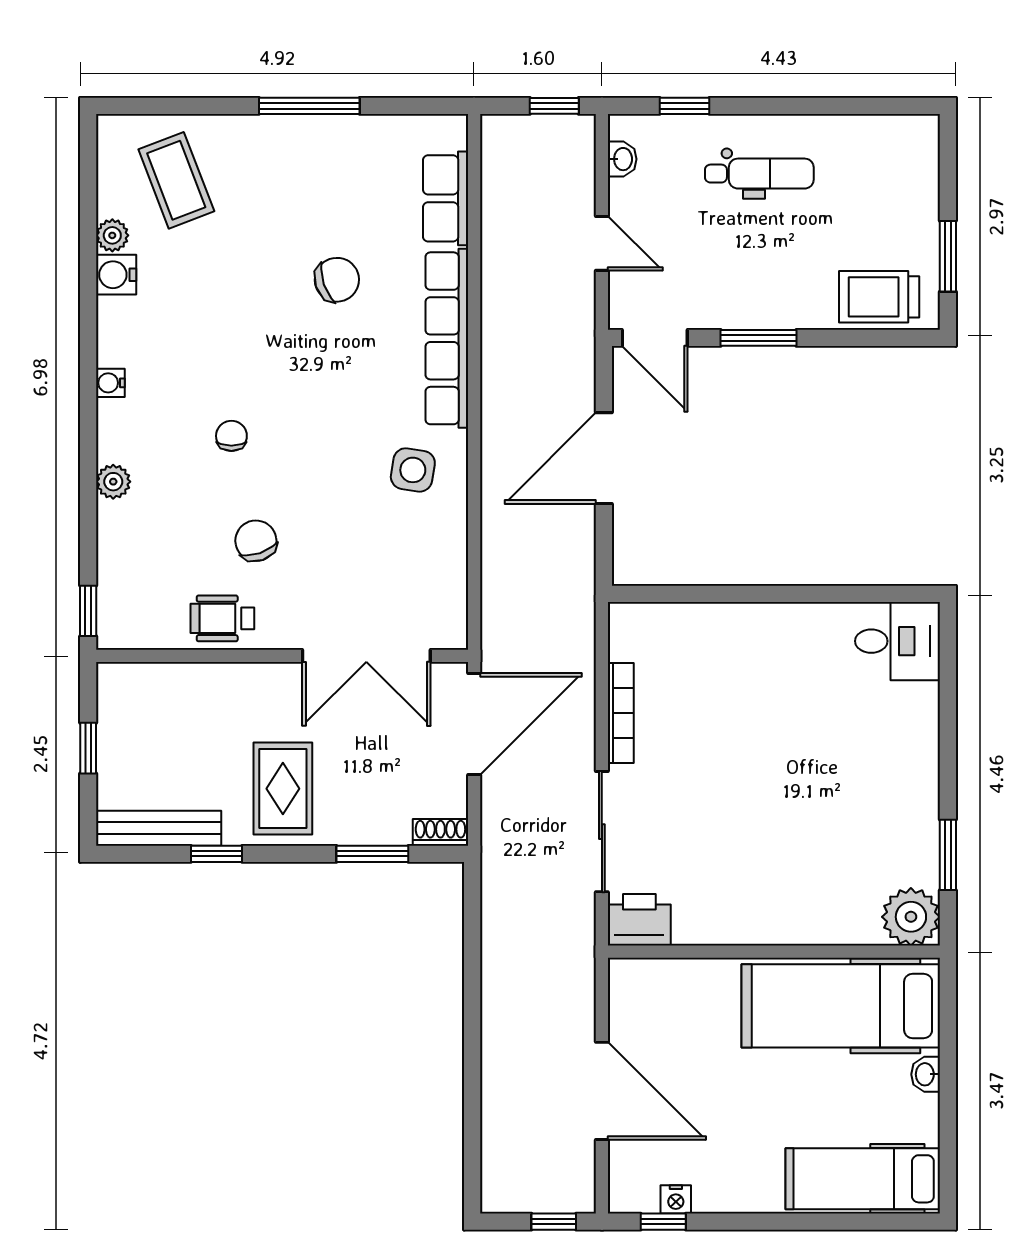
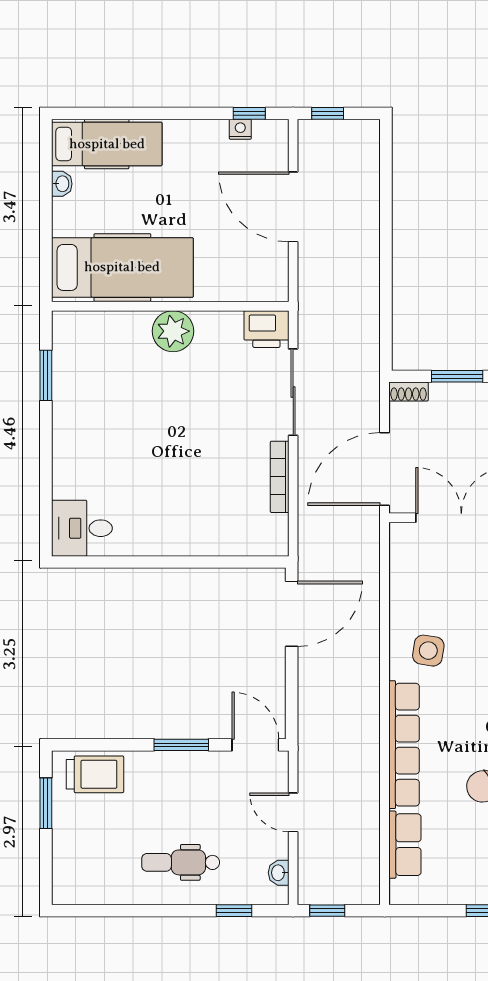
door: (604, 458) -> (292, 614), moved
plant: (911, 917) -> (173, 331), moved
washbasin: (926, 1074) -> (62, 184), moved

